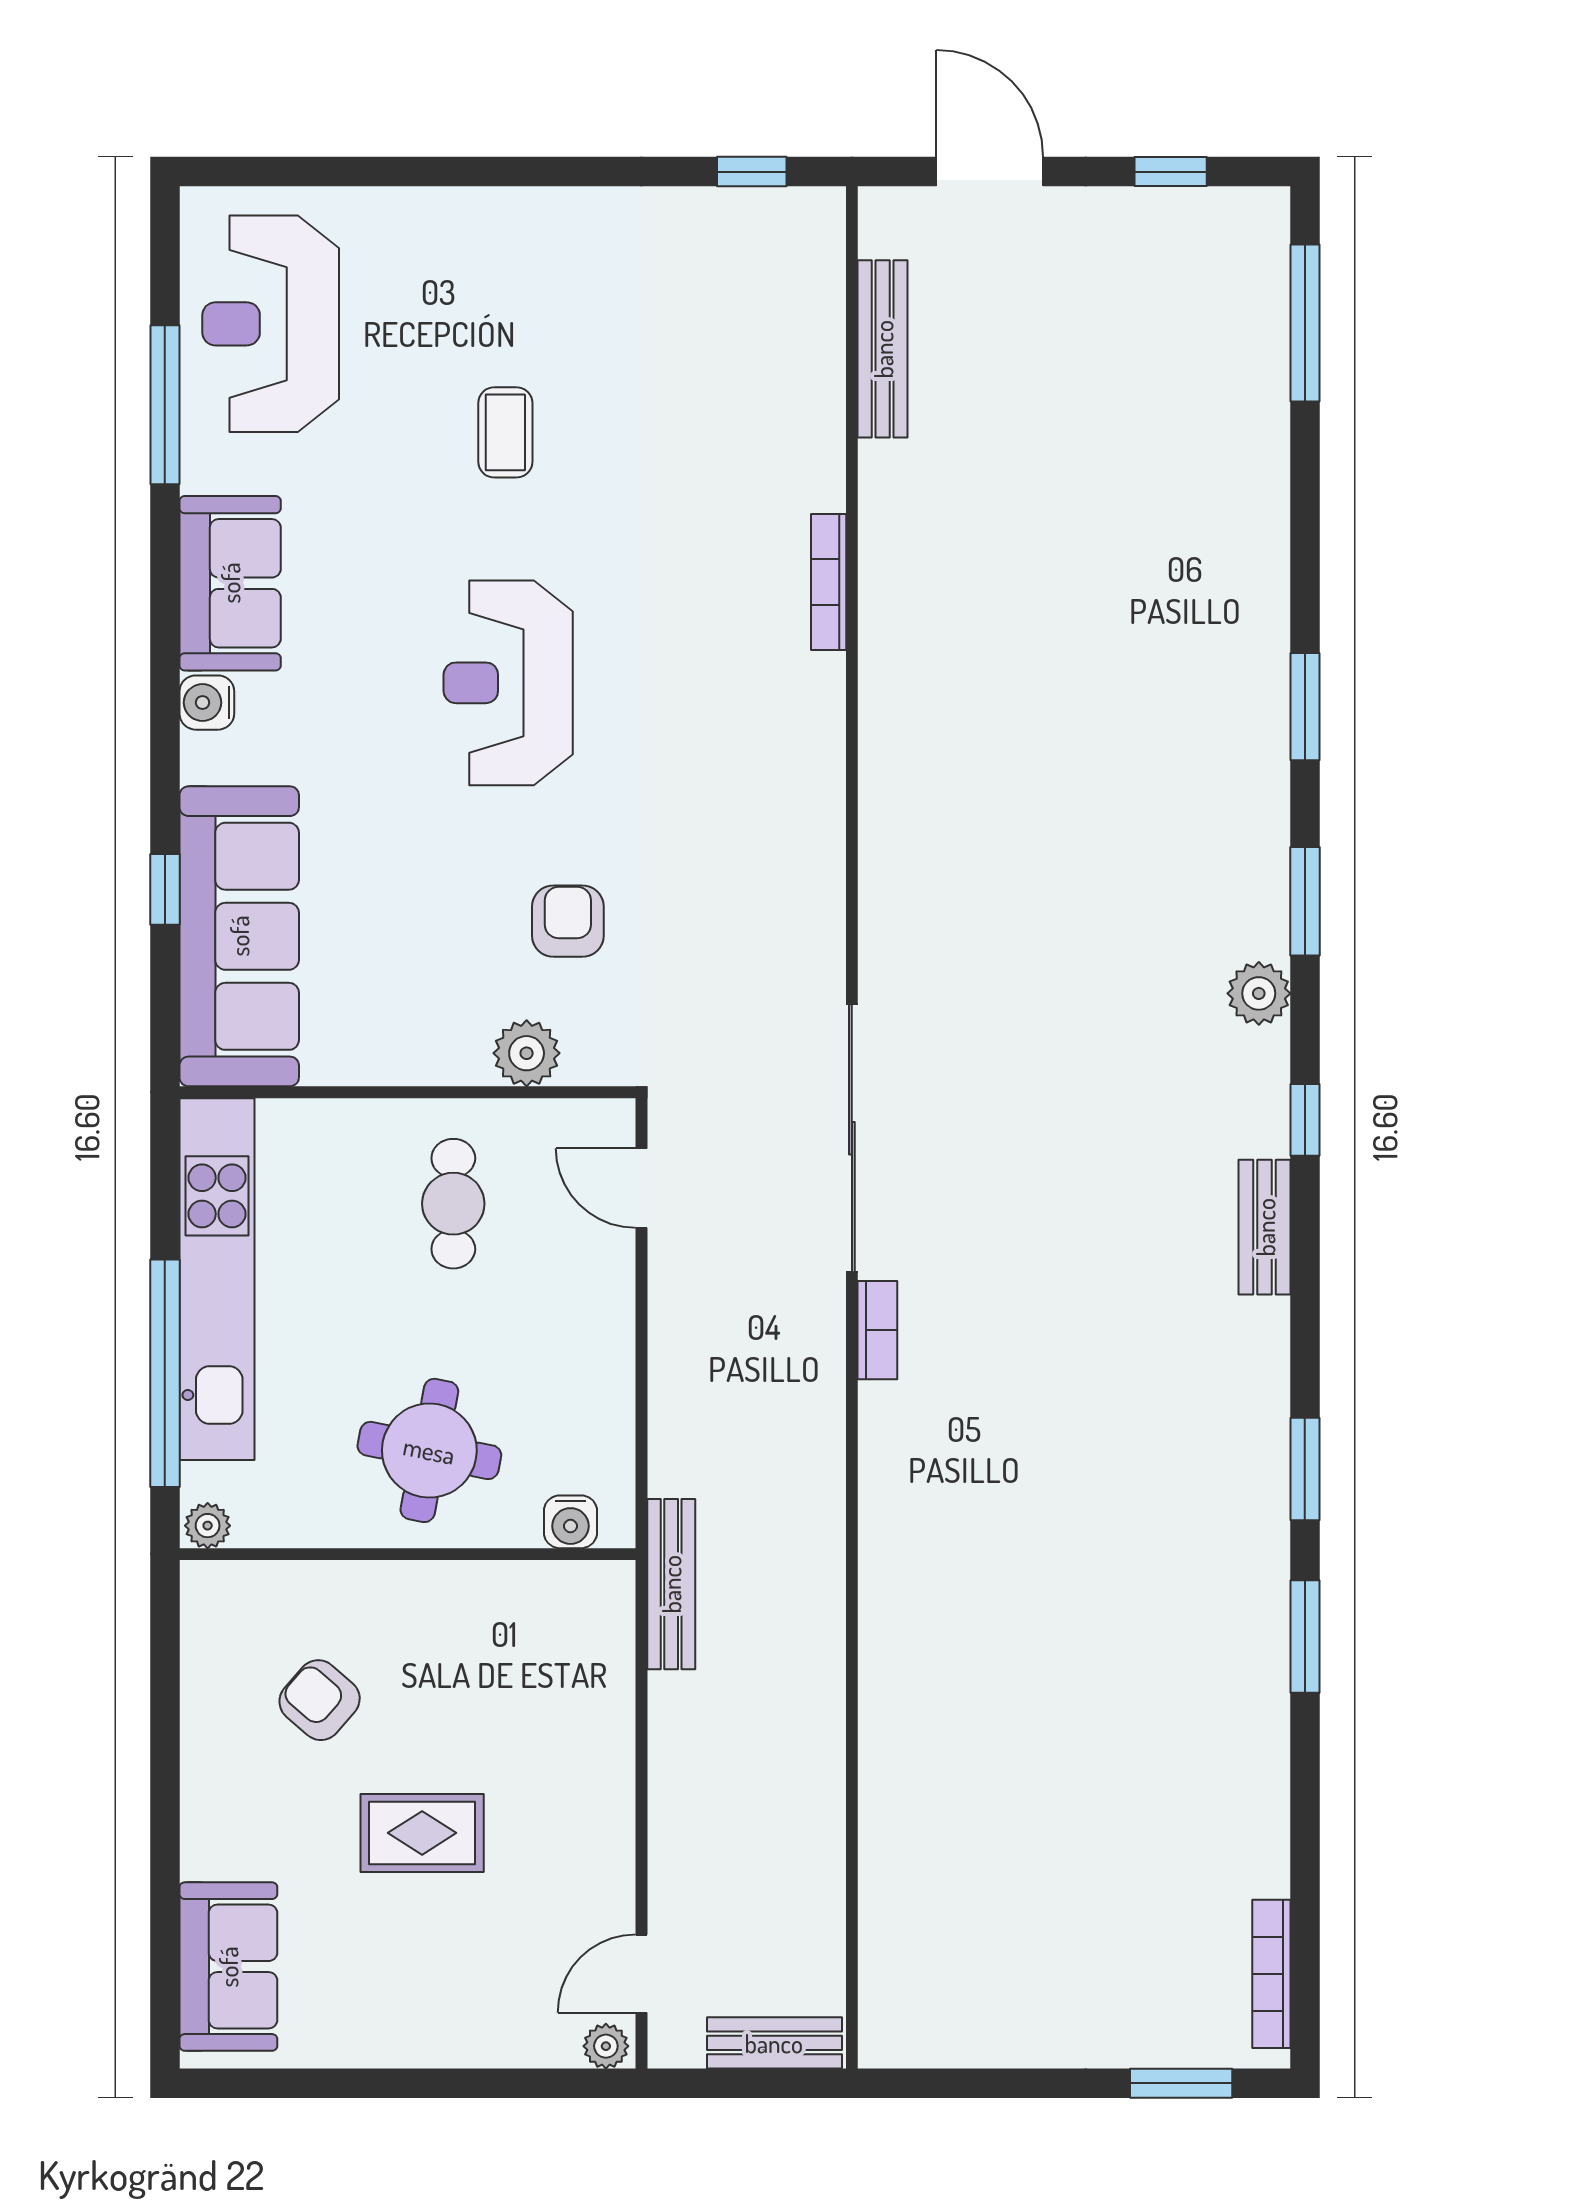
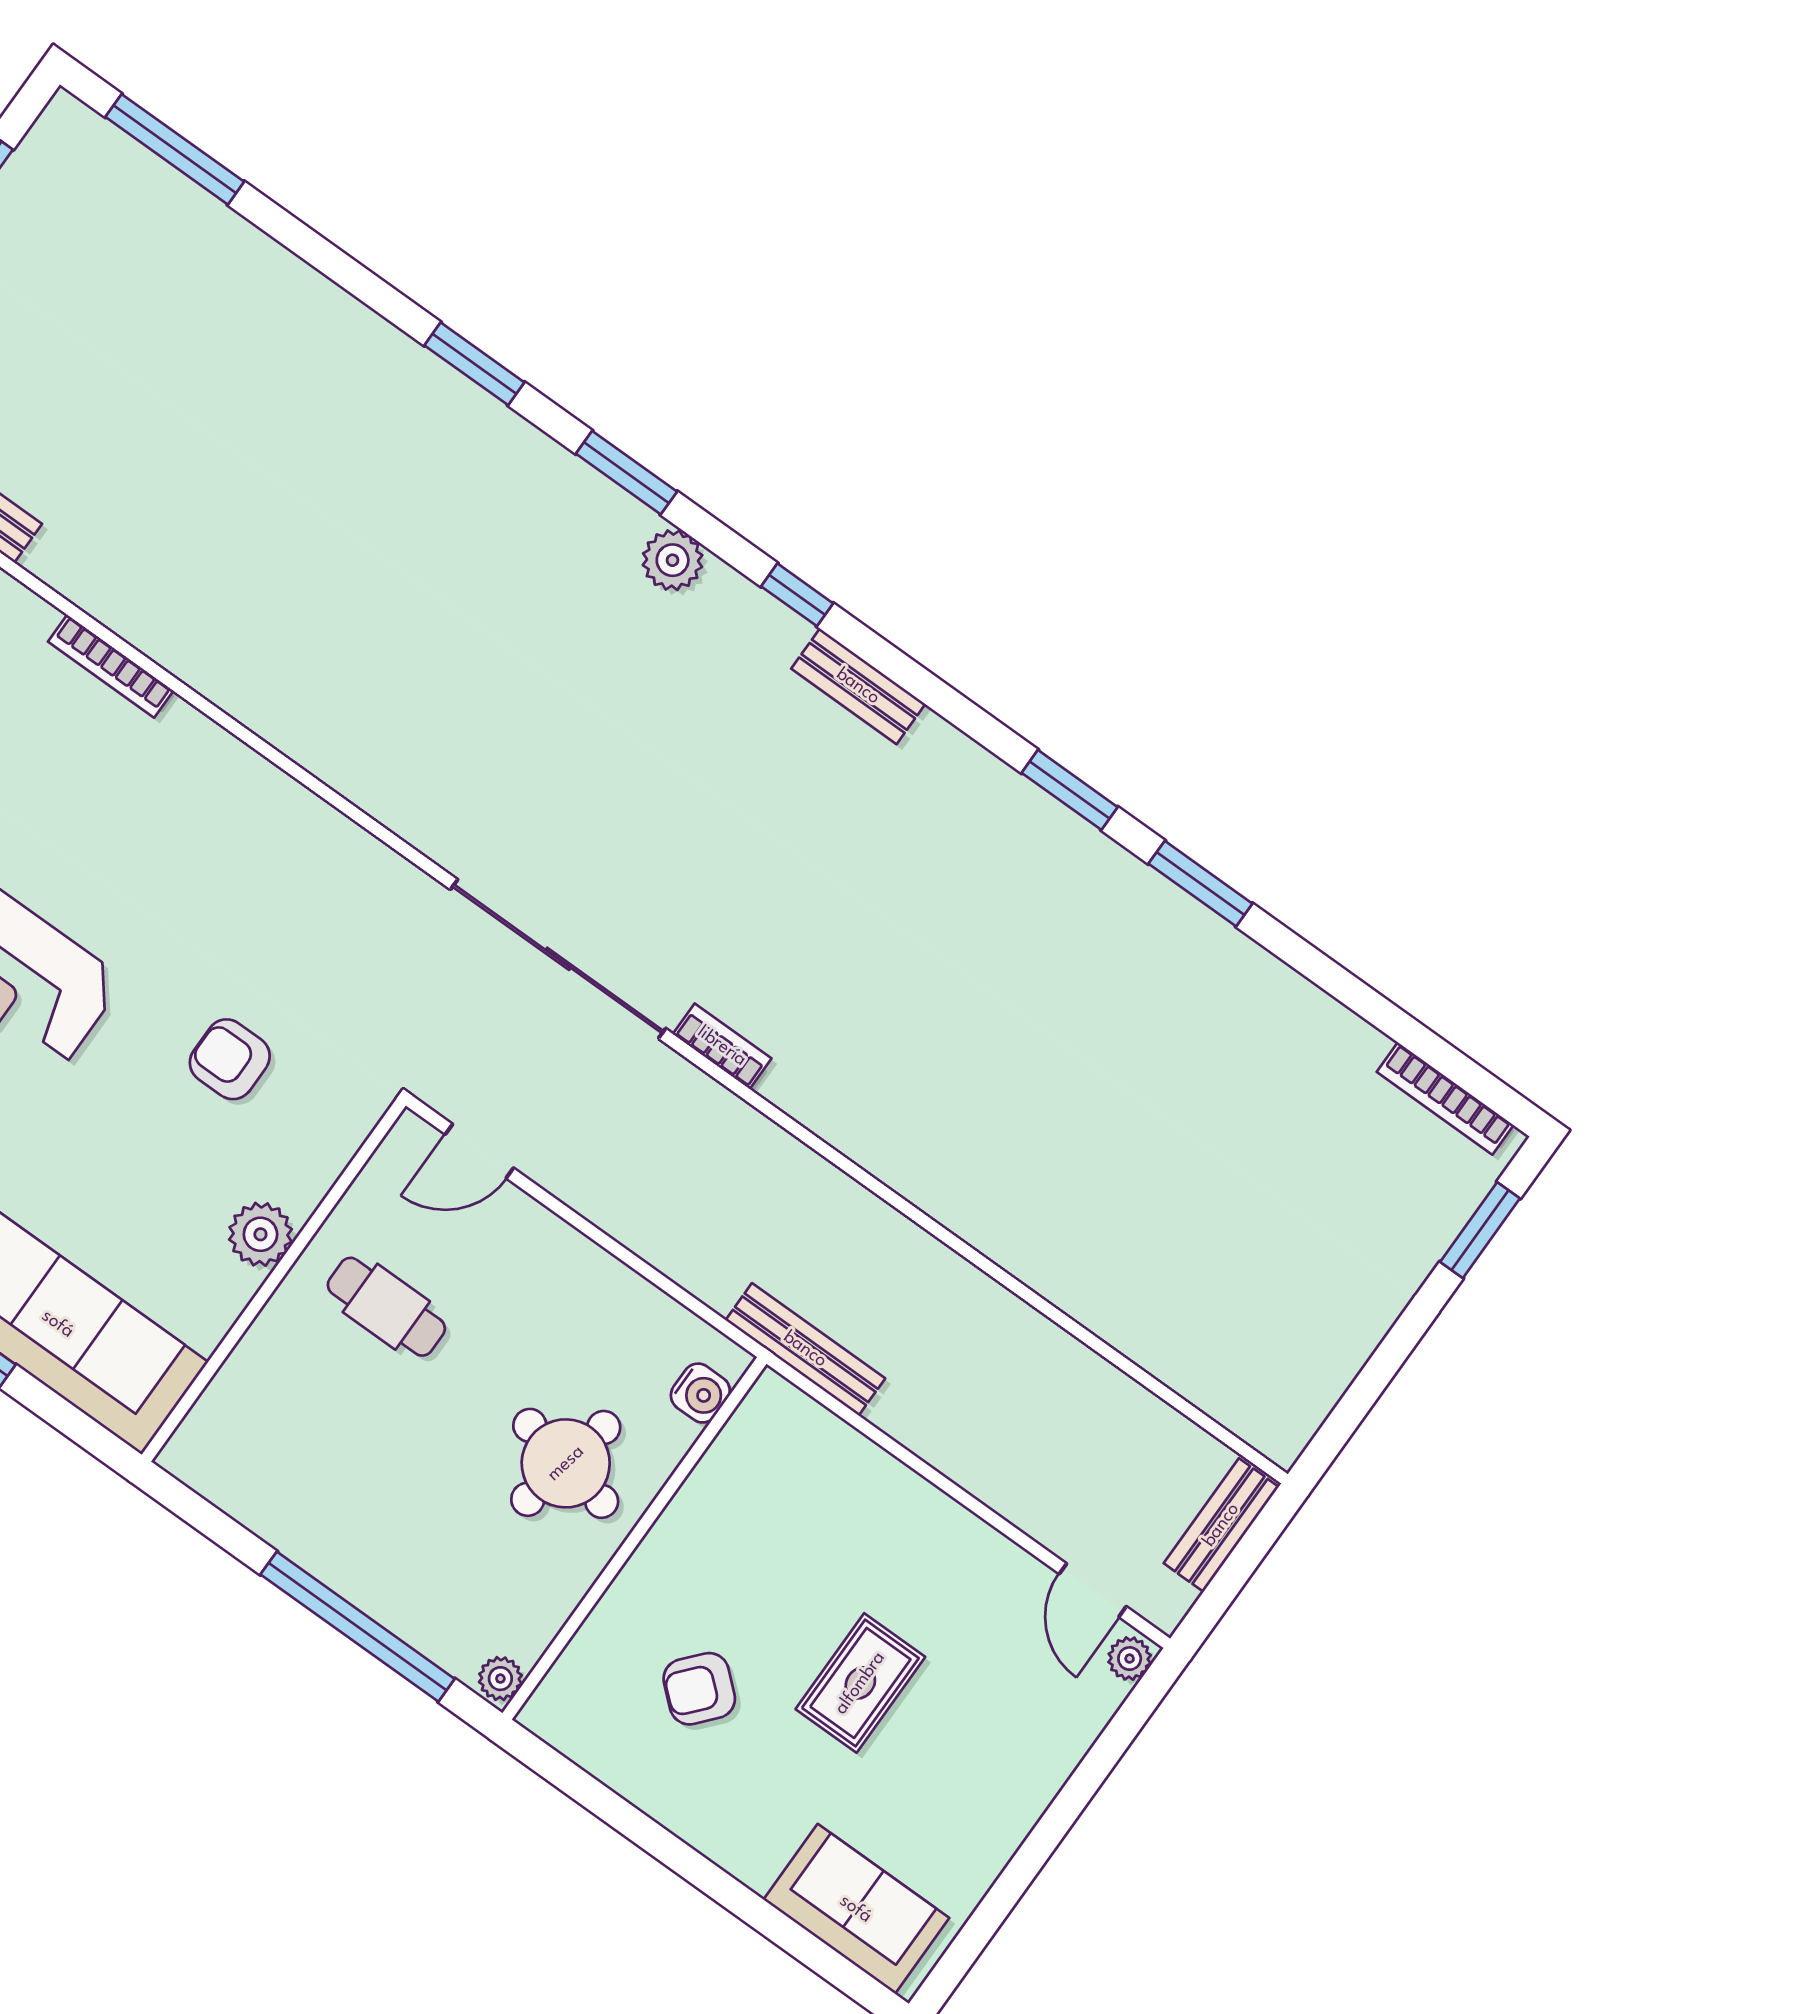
plant: (527, 1053) -> (260, 1234), moved
kitchen unit: (217, 1279) -> (313, 1533), removed

